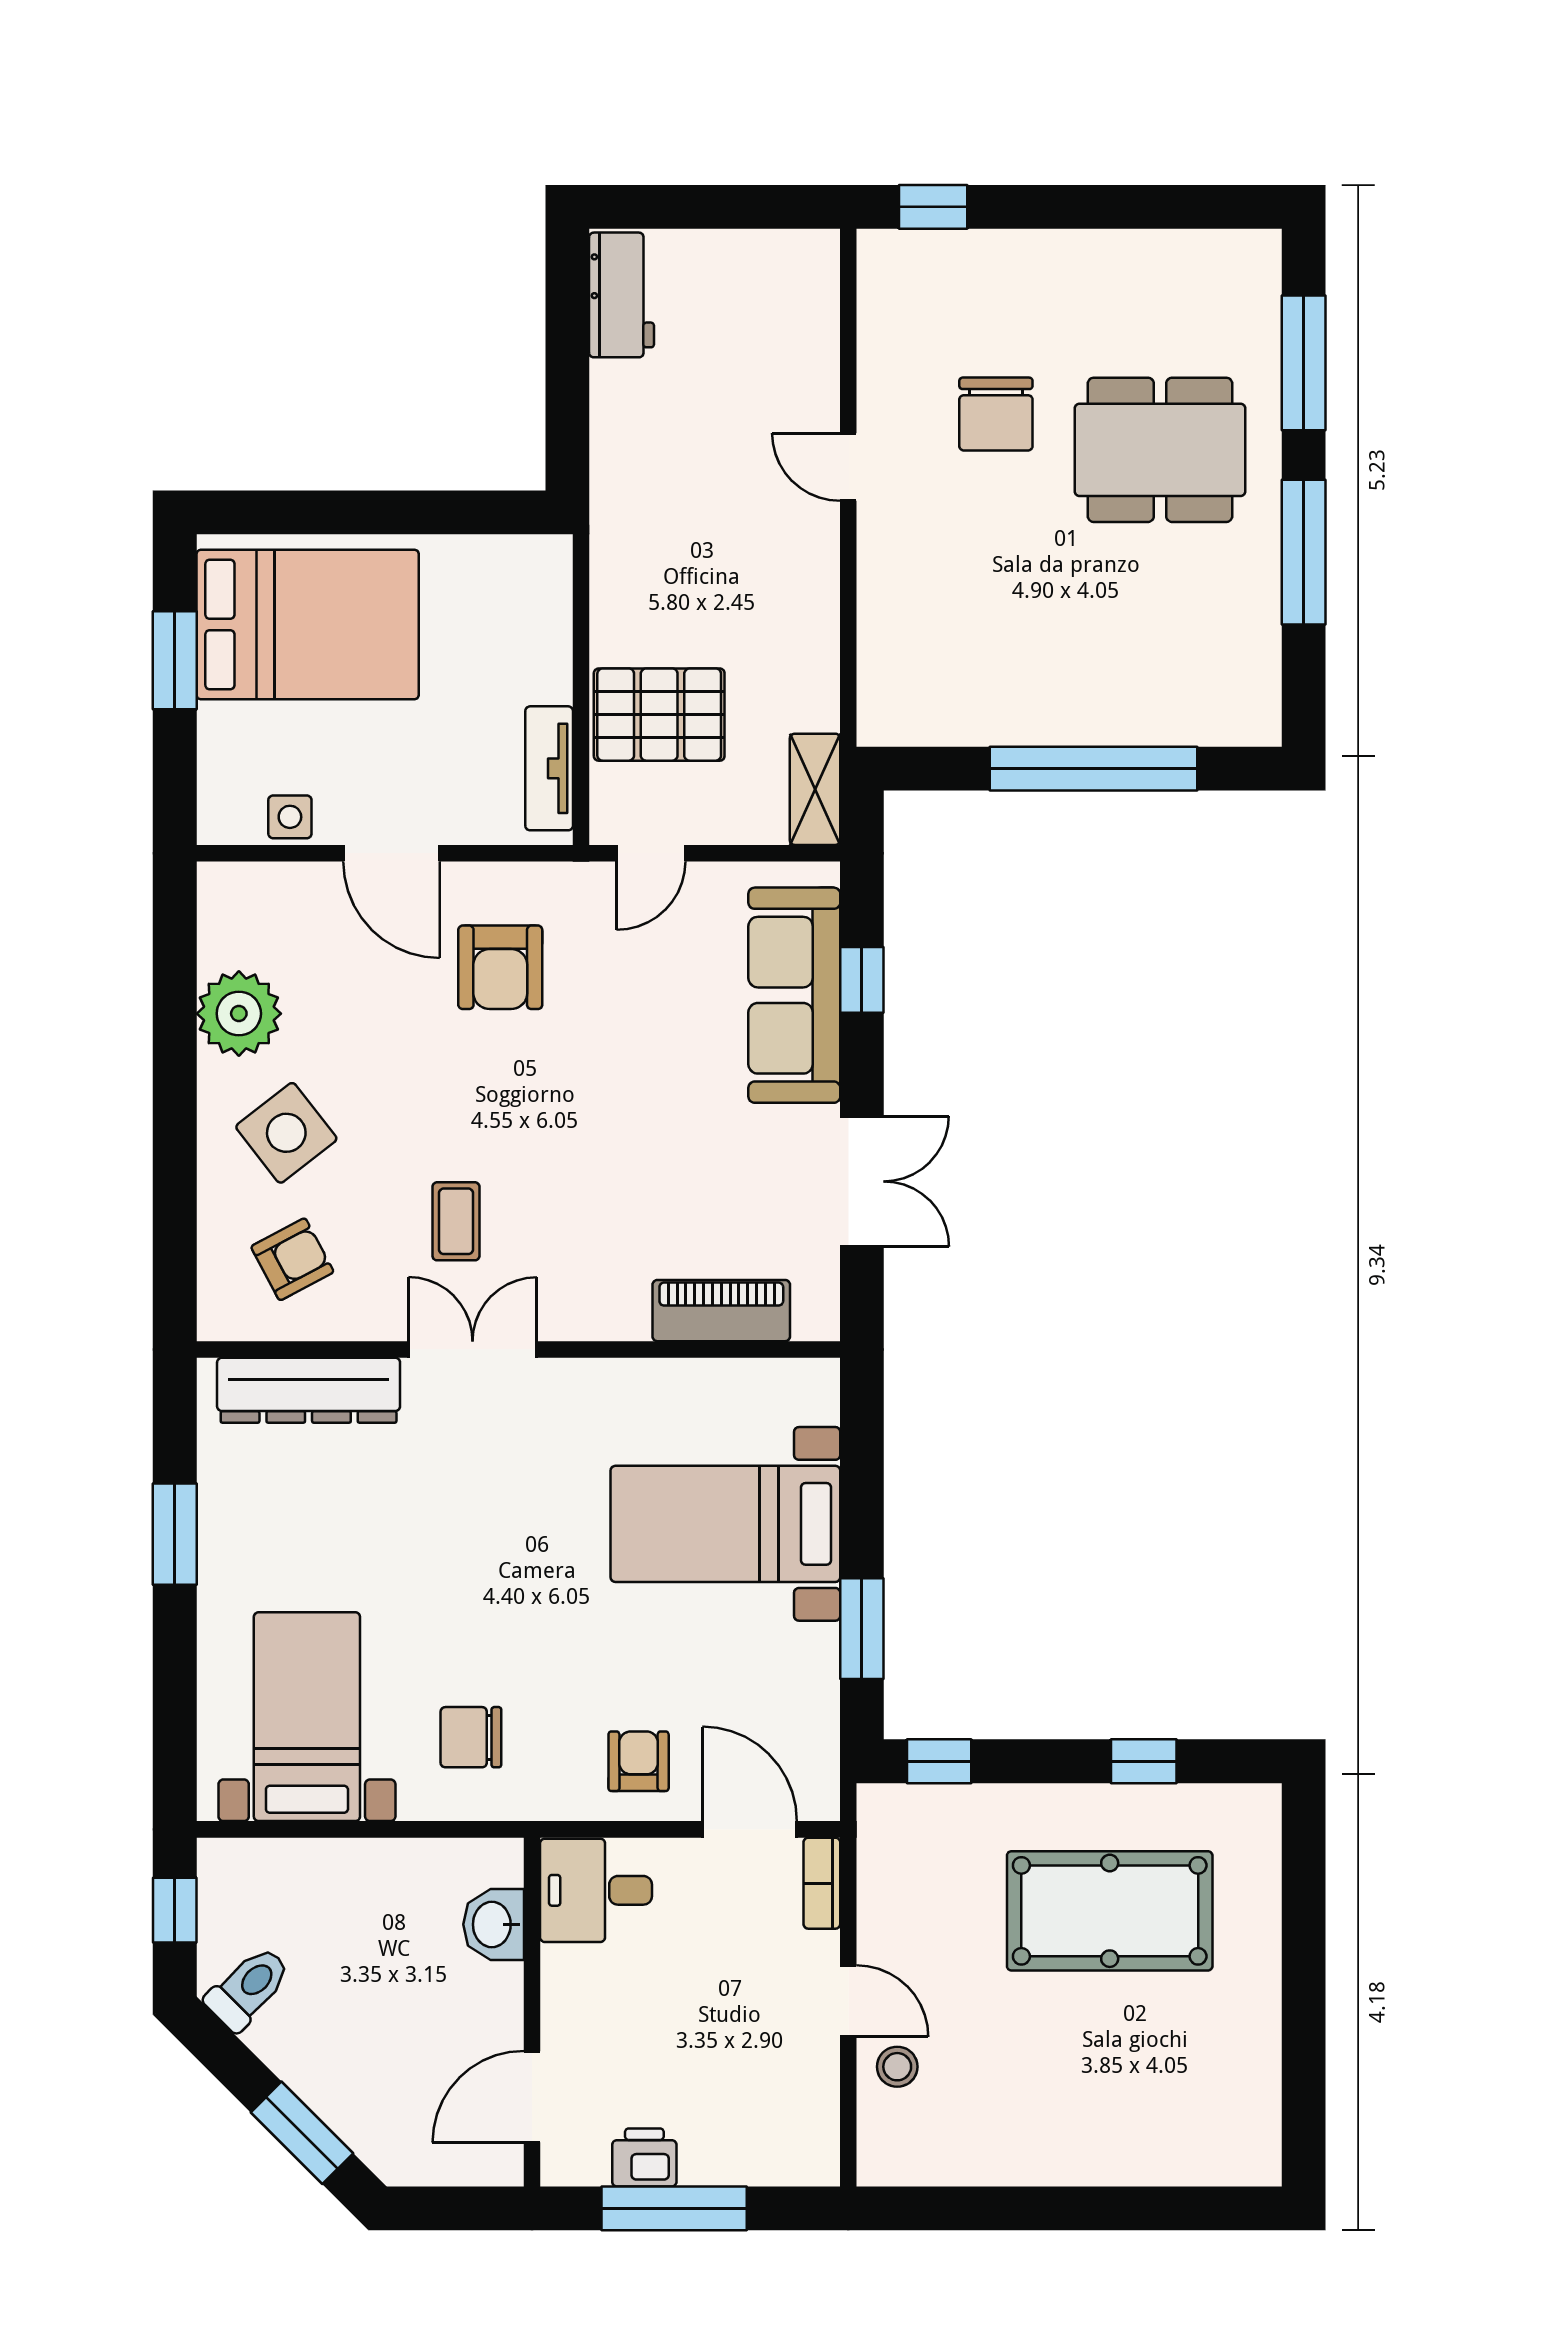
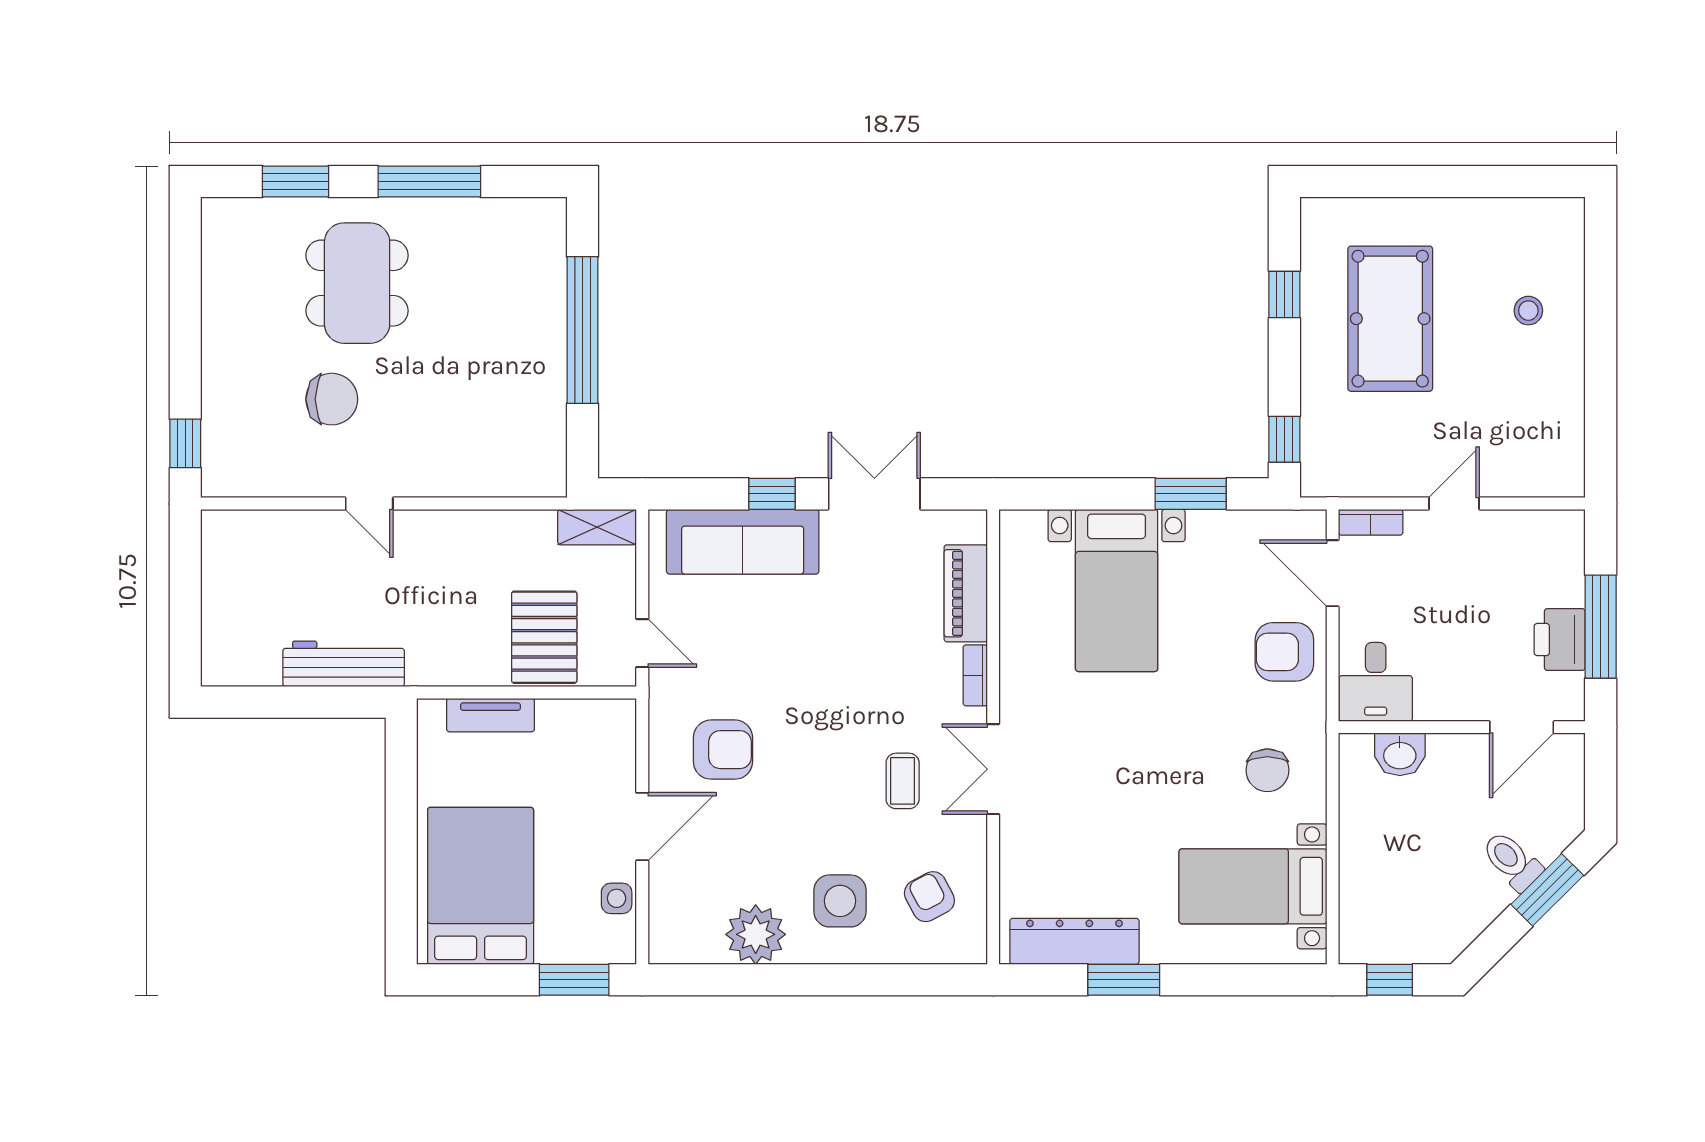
workbench: (622, 295) -> (344, 664), moved, width x1.38
window: (1304, 363) -> (296, 181), width x0.69
door: (848, 467) -> (369, 504), hinge flipped
window: (175, 660) -> (574, 980), moved
tv unit: (549, 768) -> (490, 715), moved
window: (862, 980) -> (772, 494), moved
side table: (286, 1133) -> (840, 901), turned 38
coffee table: (456, 1221) -> (903, 781), turned 90
bookcase: (605, 1324) -> (975, 675), added
dresser: (309, 1390) -> (1074, 941), moved, turned -90
armchair: (639, 1761) -> (1284, 652), width x1.38, depth x1.38
door: (750, 1829) -> (1333, 573), hinge flipped
toilet: (248, 1988) -> (1512, 861), moved
stool: (897, 2067) -> (1528, 311), moved
door: (532, 2097) -> (1522, 727), hinge flipped
printer: (644, 2157) -> (1560, 639), width x1.36, depth x1.24

